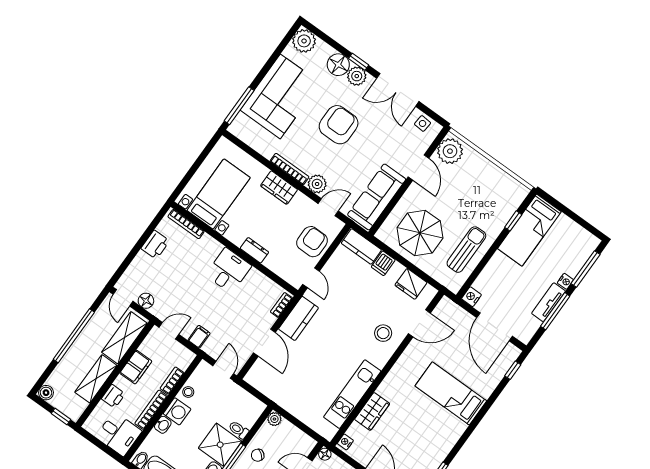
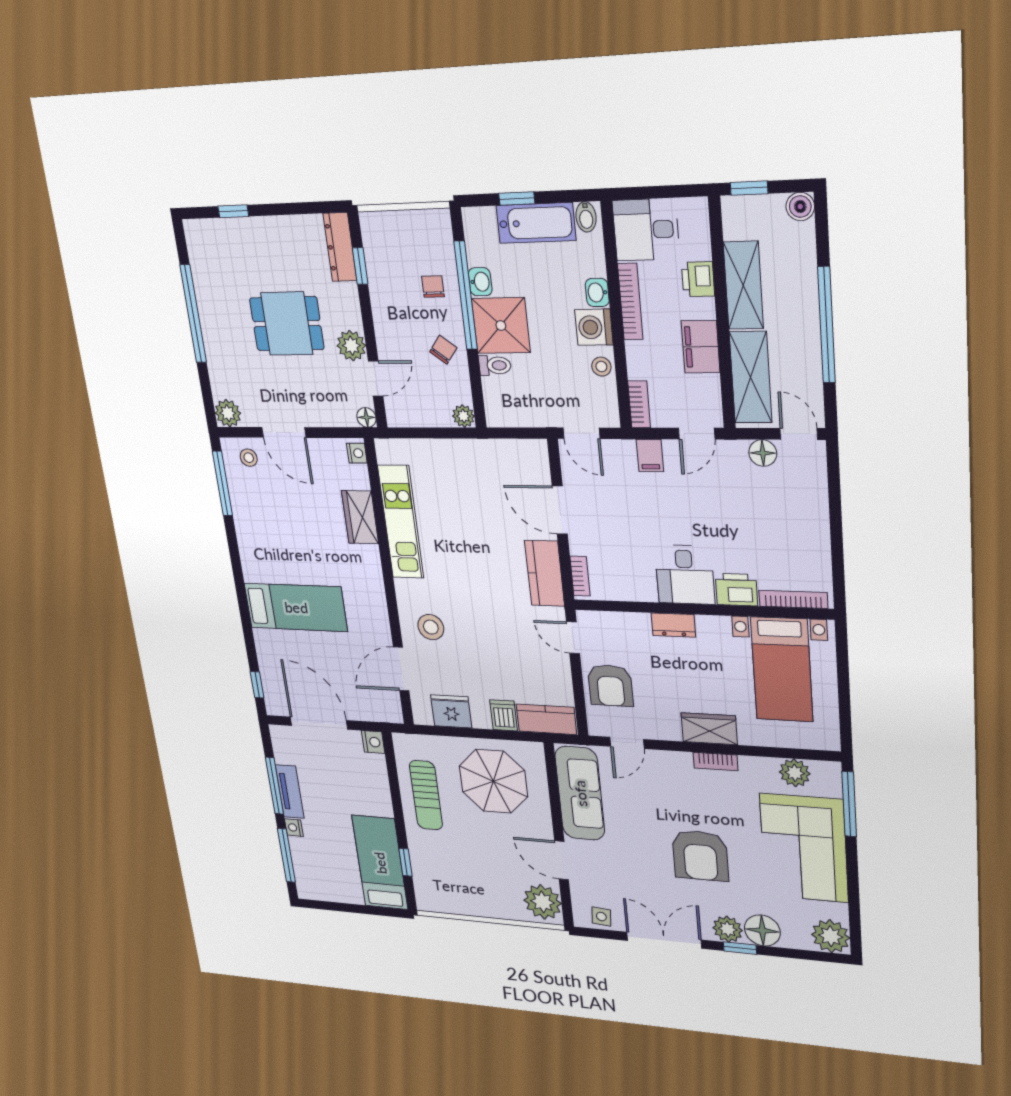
bookcase: (290, 169) -> (715, 762), width x0.64
plant: (317, 184) -> (795, 773), moved
printer: (155, 245) -> (736, 590), moved, turned 90
bookcase: (172, 381) -> (639, 404), moved

